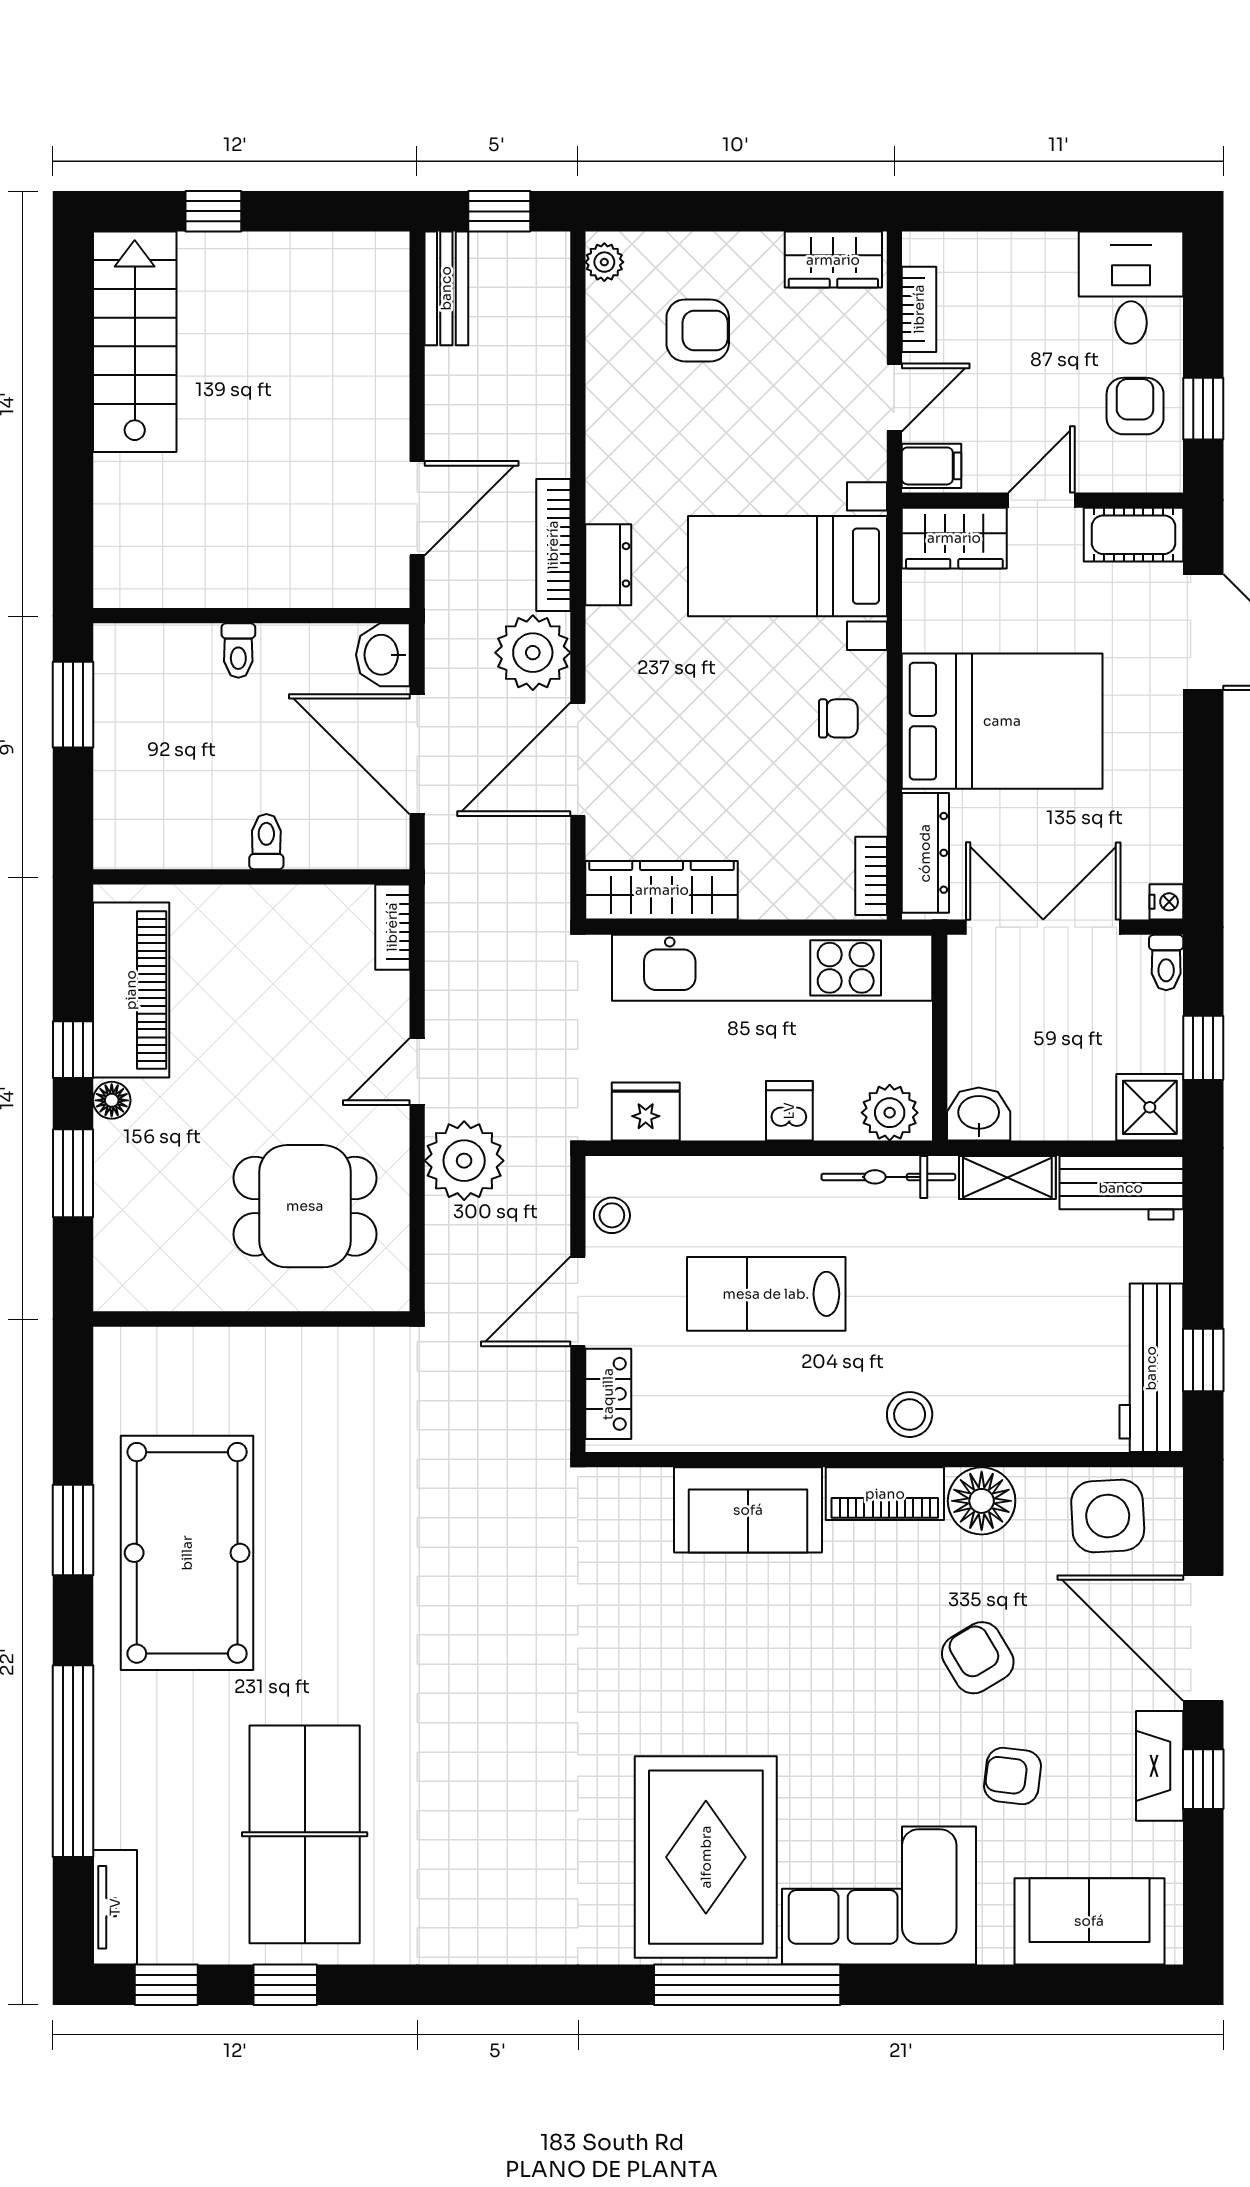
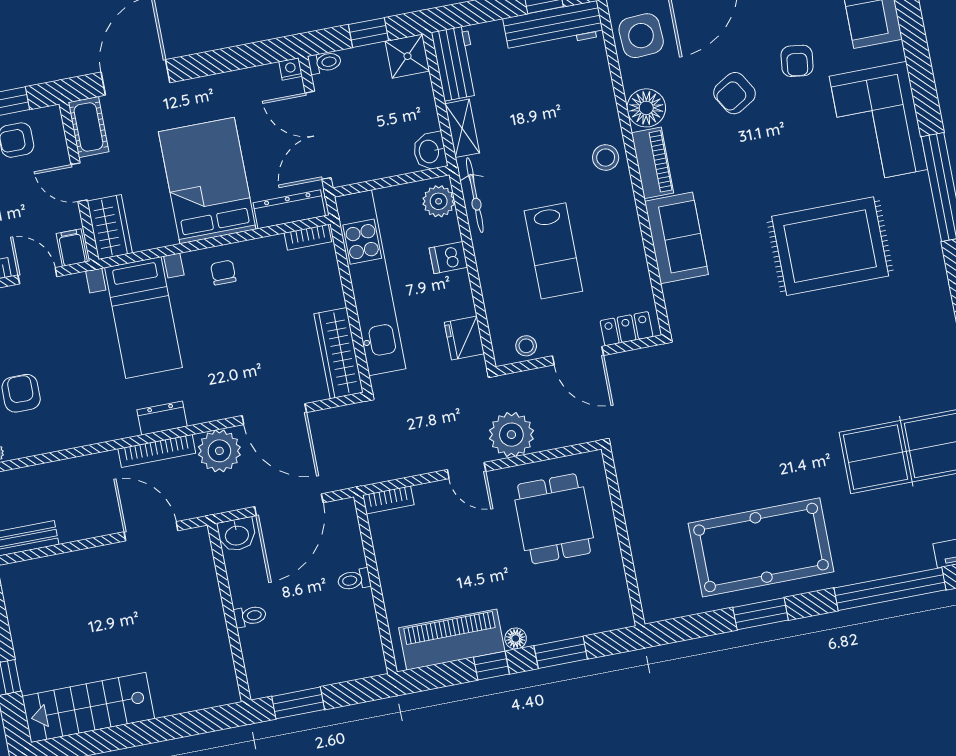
rug: (706, 1857) -> (830, 246), moved

